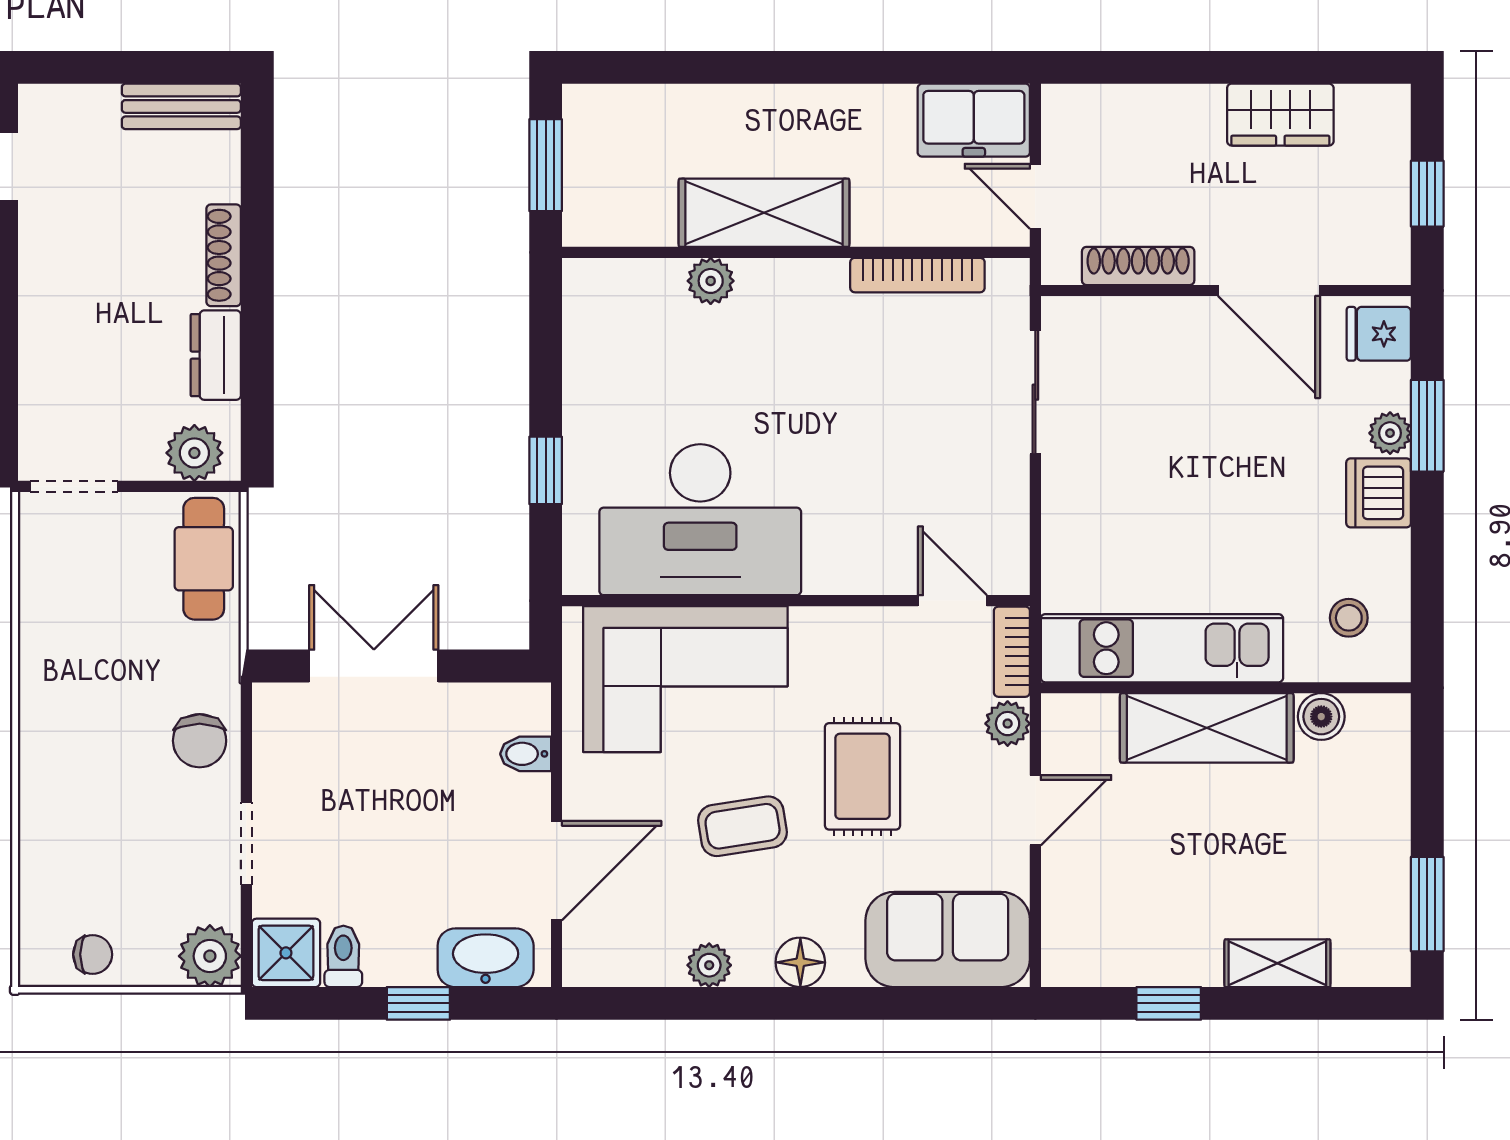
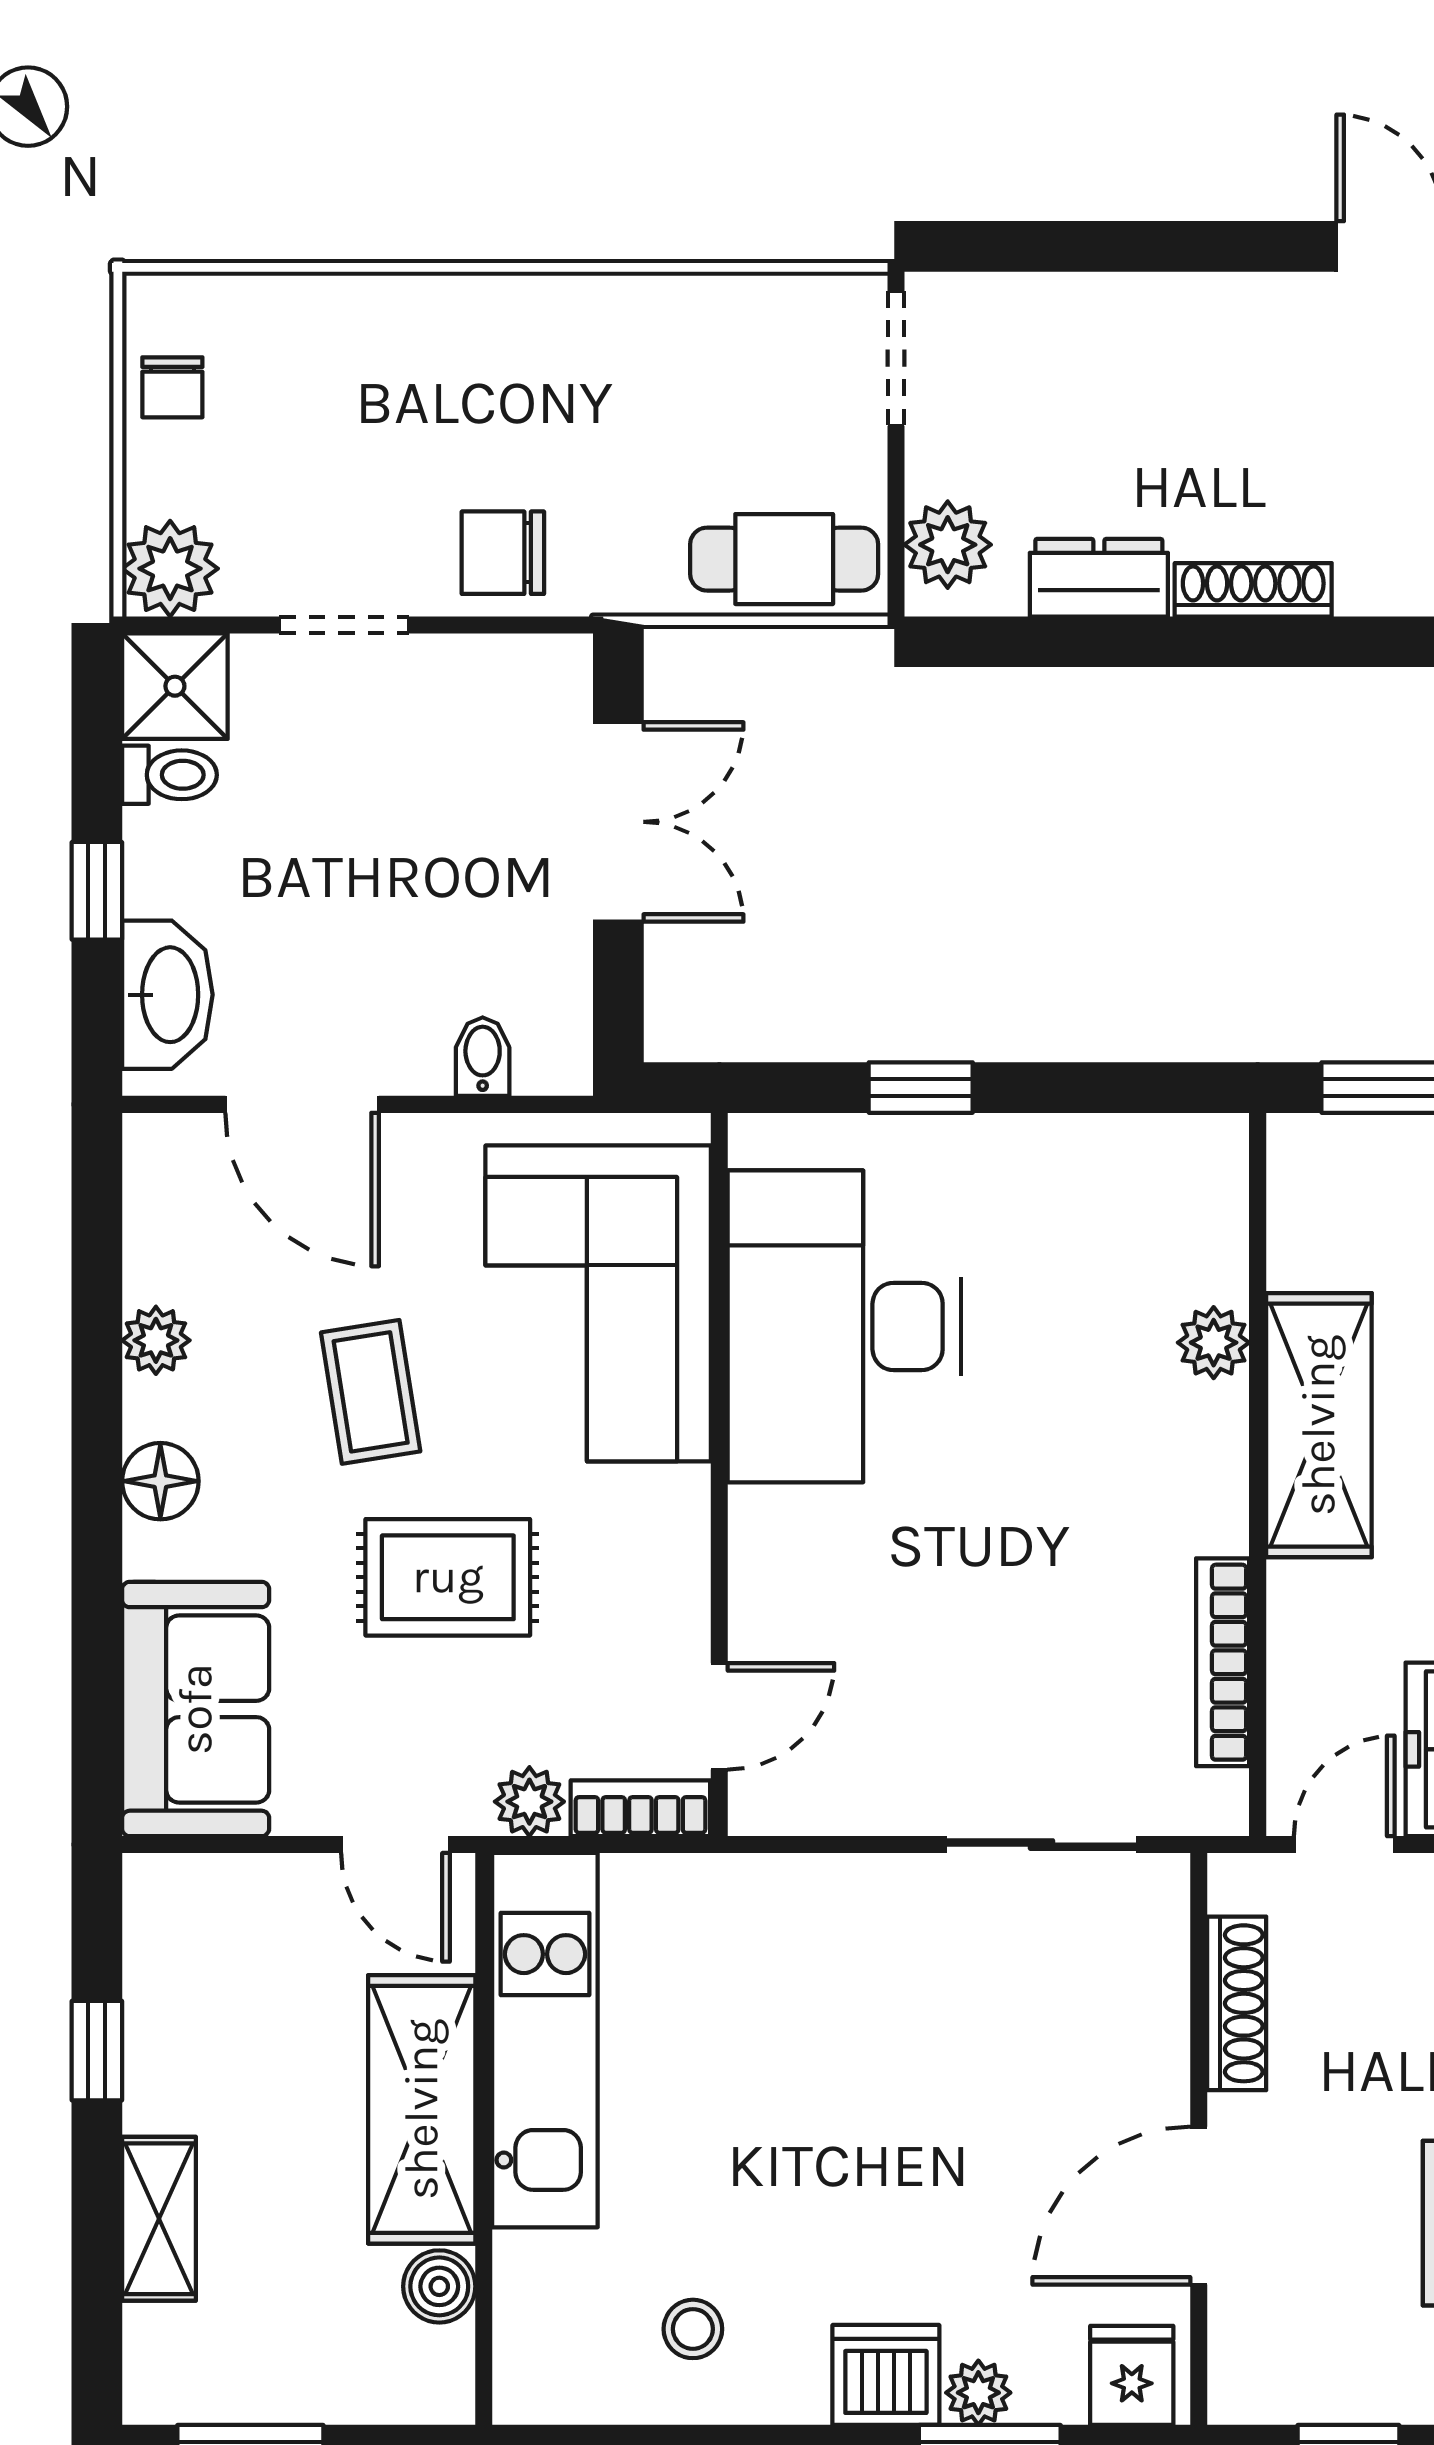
kitchen unit: (1162, 648) -> (545, 2040), moved
wall: (1226, 688) -> (484, 2139), moved
boiler: (1321, 717) -> (439, 2286), moved
shelving: (1207, 728) -> (422, 2109), moved

